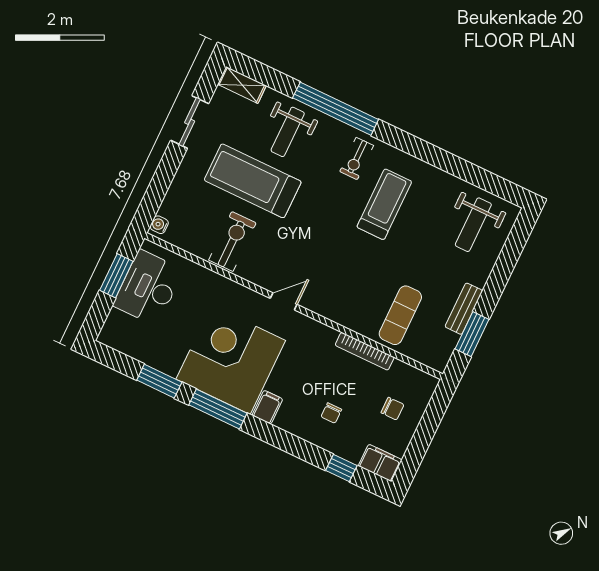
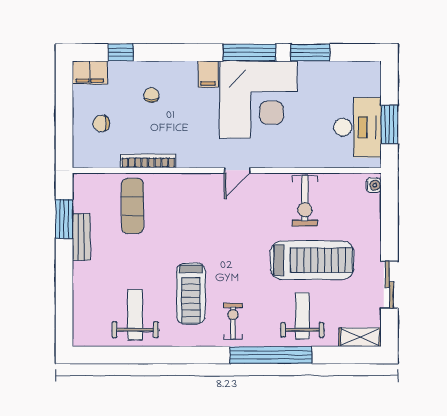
weight bench: (473, 225) -> (135, 315), moved

